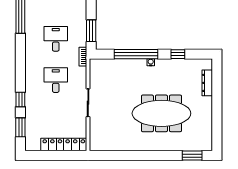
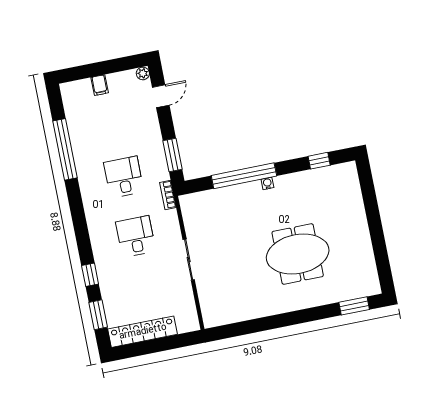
window: (178, 54) -> (319, 161), moved
dresser: (207, 83) -> (355, 197), removed
meeting table: (161, 113) -> (298, 254), width x0.73
locker: (64, 145) -> (143, 332), moved

